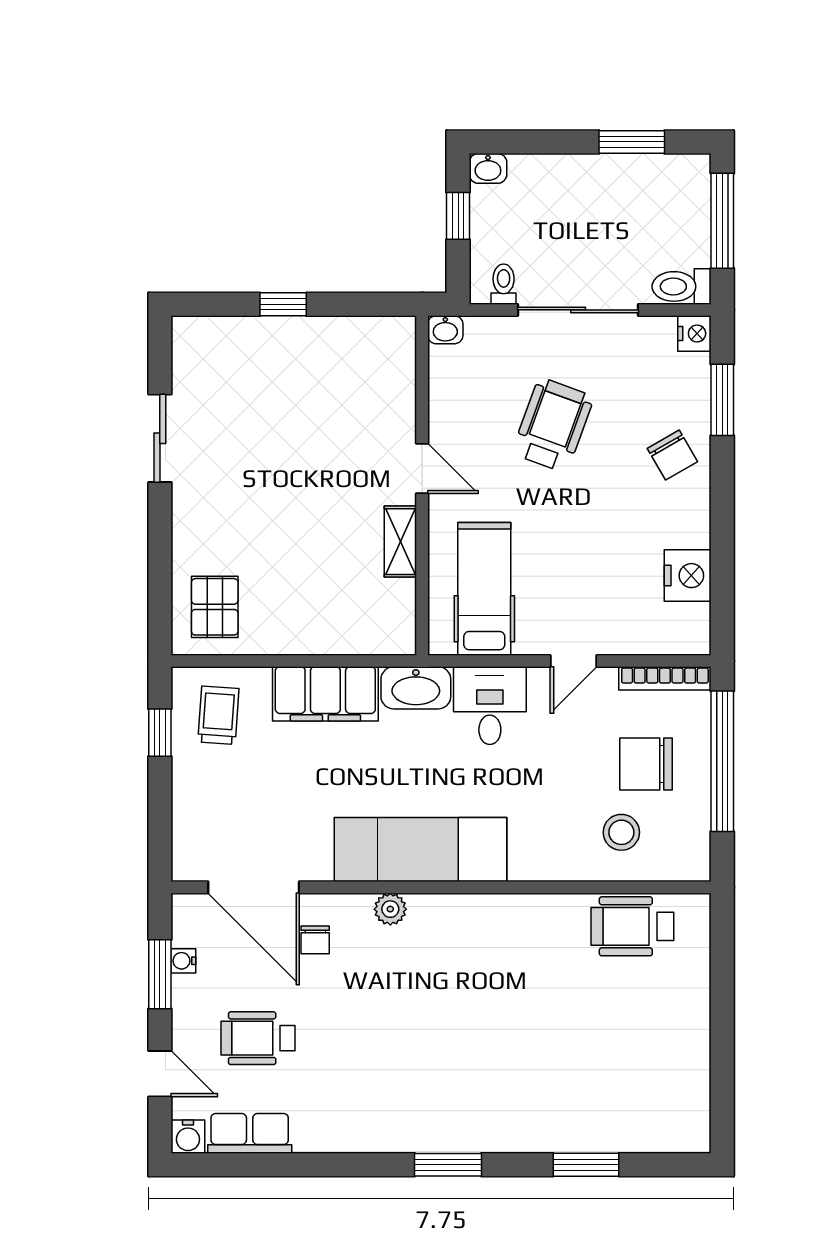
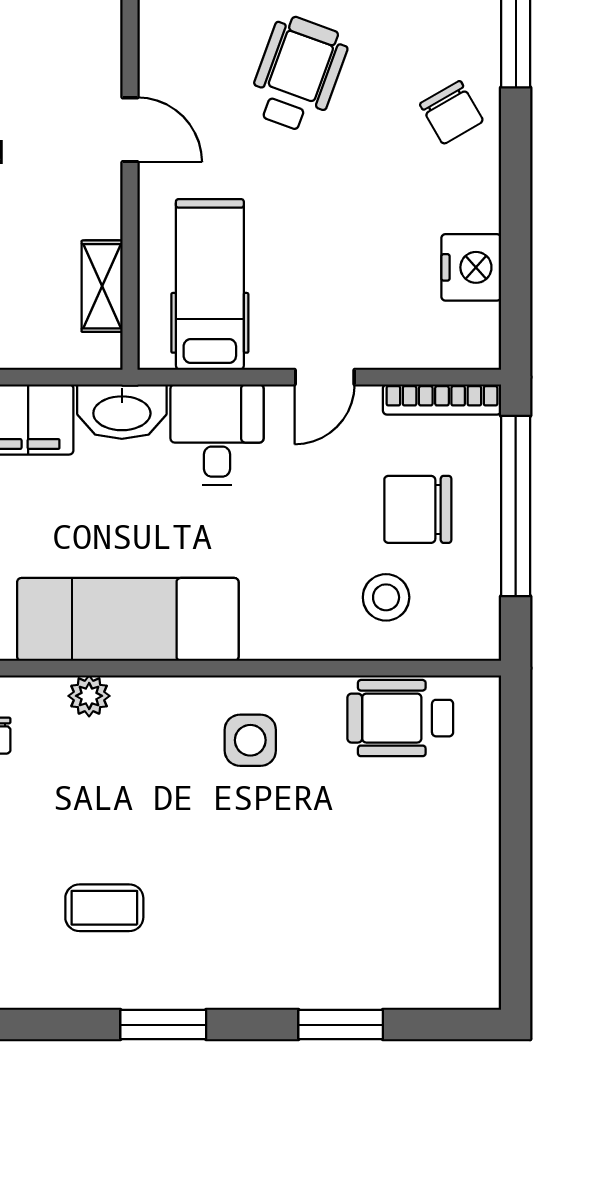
shelving: (400, 542) -> (102, 286), moved
side table: (516, 944) -> (250, 740), added
coffee table: (402, 1074) -> (104, 908), added

